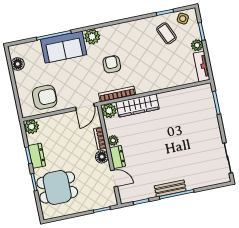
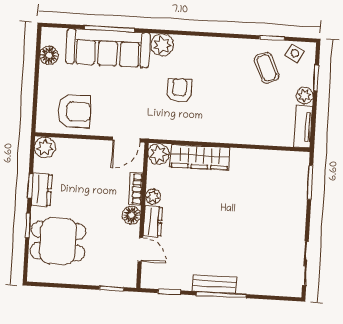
sofa: (64, 47) -> (108, 48), width x1.36
bookcase: (117, 94) -> (176, 134), removed

